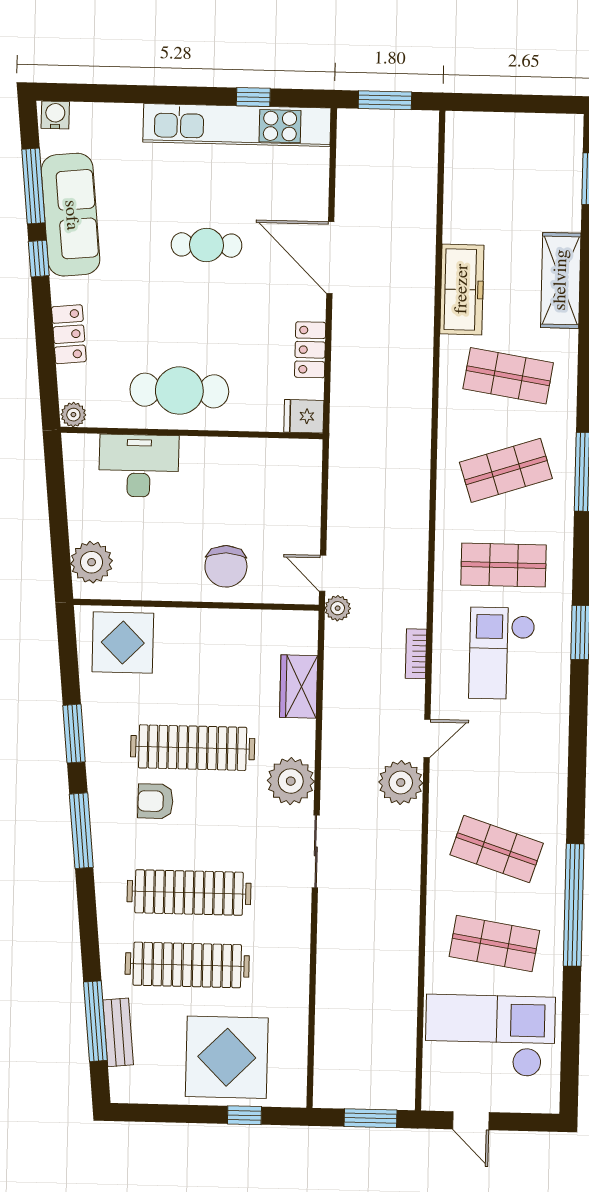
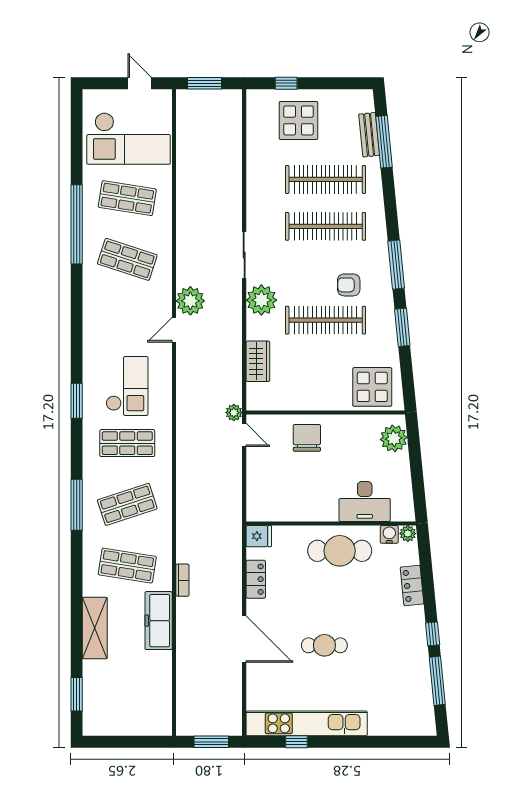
water cooler: (55, 115) -> (389, 534), moved, turned 180
sofa: (71, 215) -> (413, 663), removed
bookcase: (416, 654) -> (182, 580), moved
armchair: (155, 801) -> (349, 285), turned 180
display table: (227, 1057) -> (298, 120), width x0.73, depth x0.73

